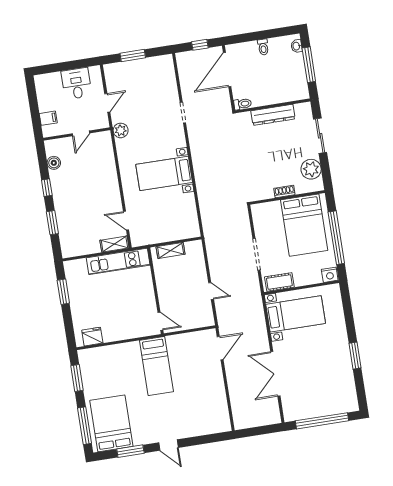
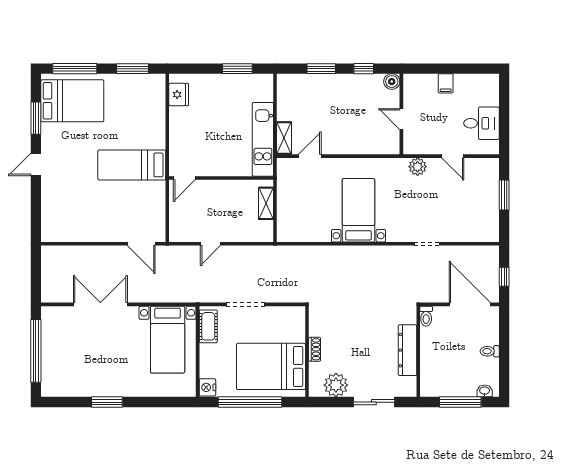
door: (81, 133) -> (401, 119), moved
wall: (77, 134) -> (401, 114), moved

